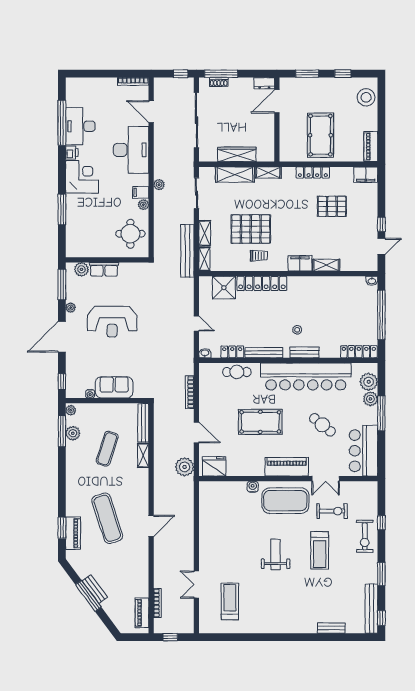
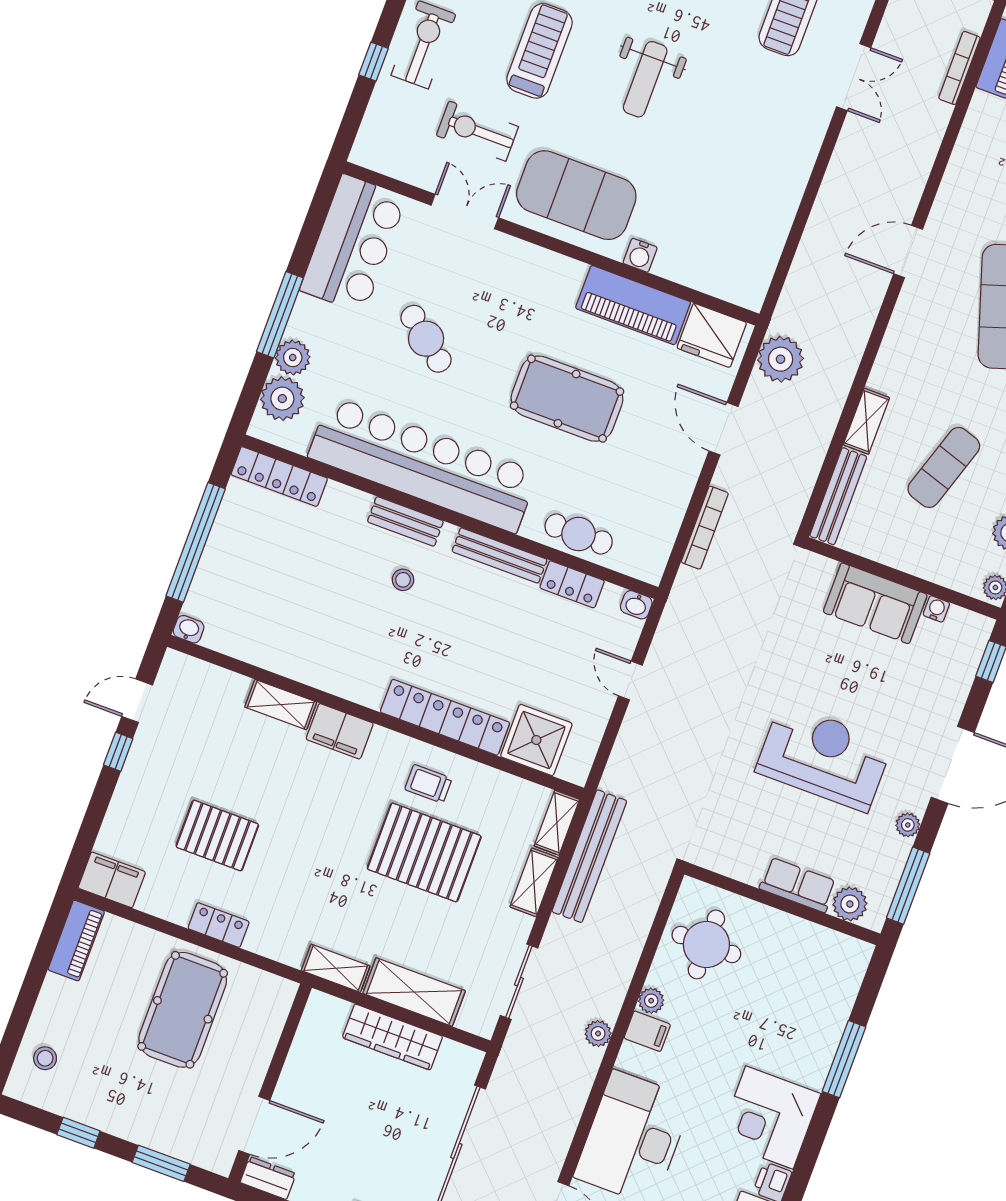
stool: (366, 97) -> (45, 1058), width x0.53, depth x0.53
locker: (313, 172) -> (219, 925), width x0.66
piano: (287, 467) -> (633, 305), moved

